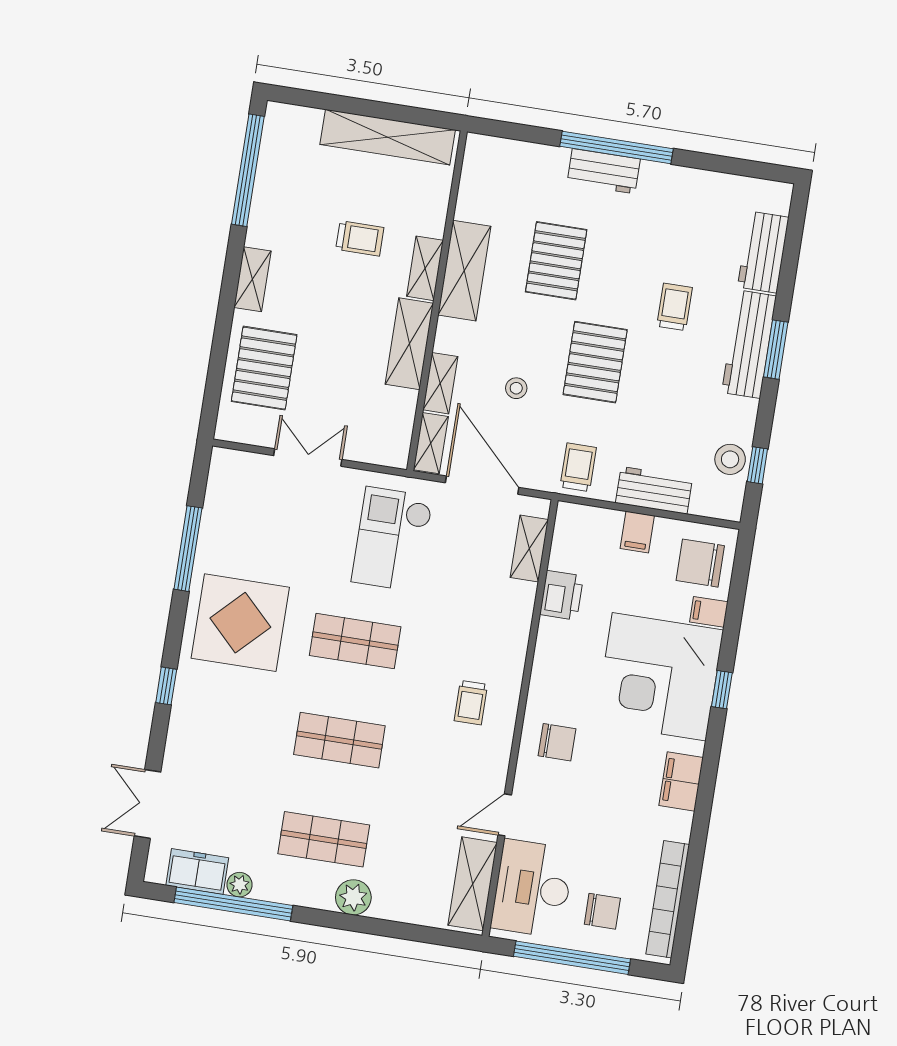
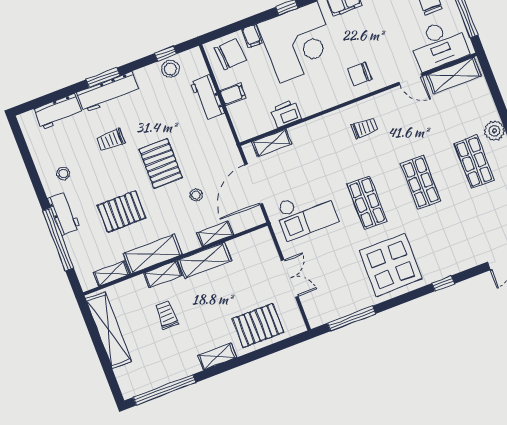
window: (617, 147) -> (58, 239), moved
stool: (665, 205) -> (63, 173), added
pallet: (595, 362) -> (161, 163), turned 90
shelving: (431, 443) -> (111, 274), moved
double door: (308, 457) -> (290, 278), swing flipped
trolley: (578, 467) -> (218, 142), removed
window: (188, 549) -> (352, 318), moved
chair: (700, 563) -> (230, 54), turned -94
chair: (557, 742) -> (360, 74), turned -90

